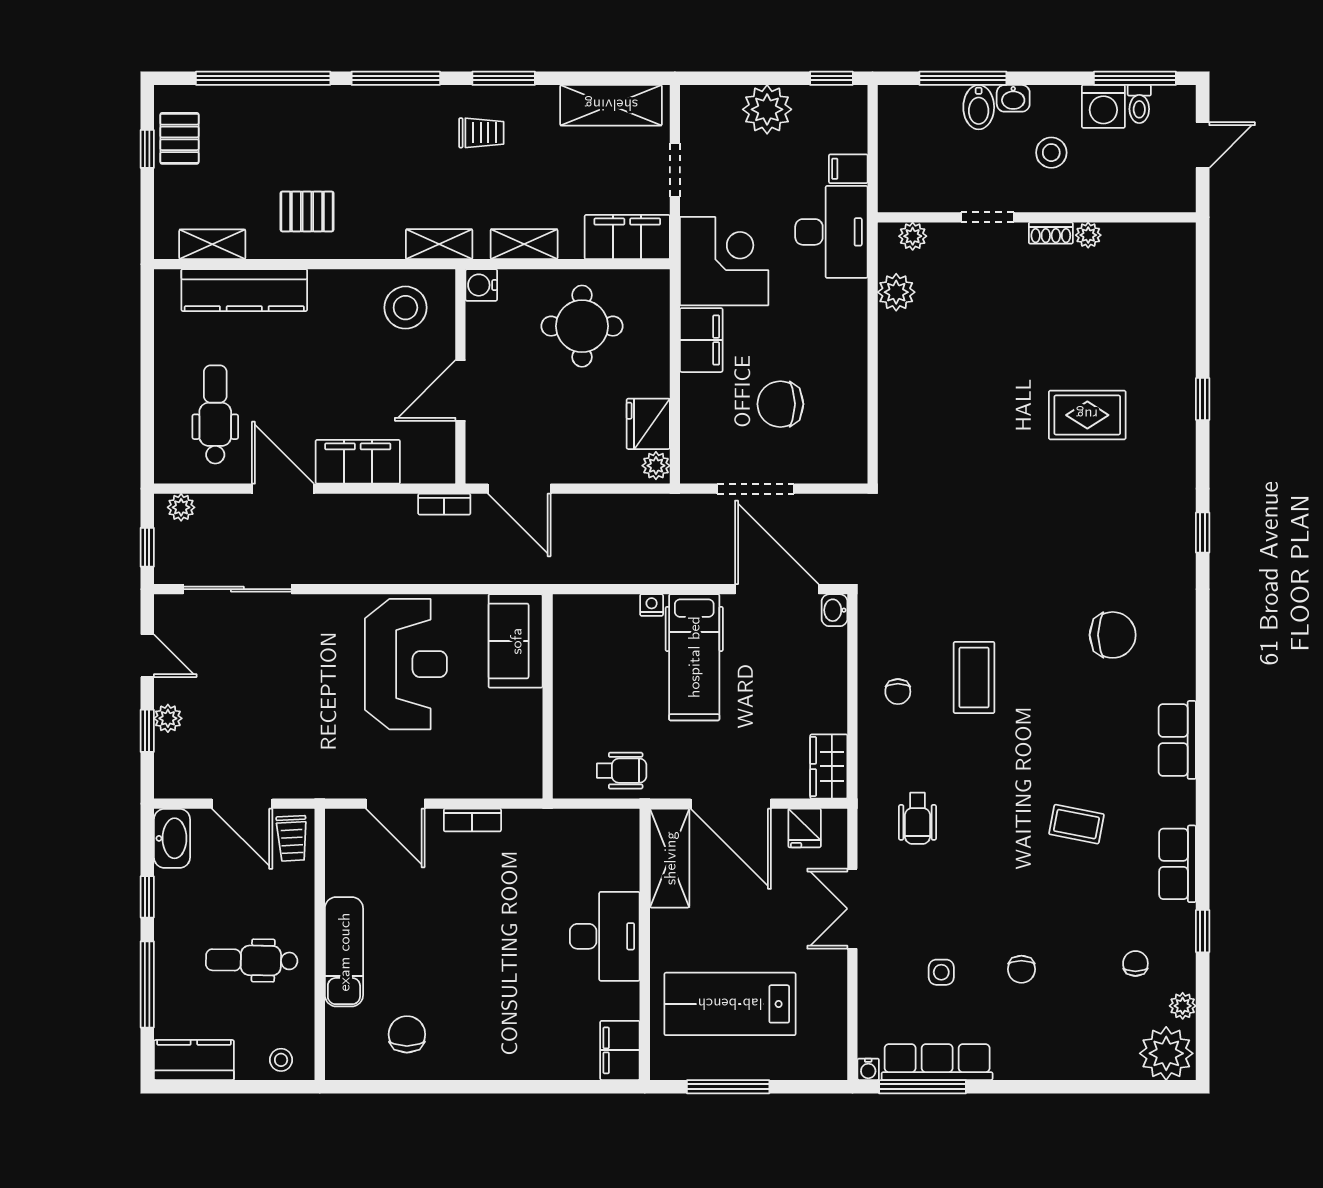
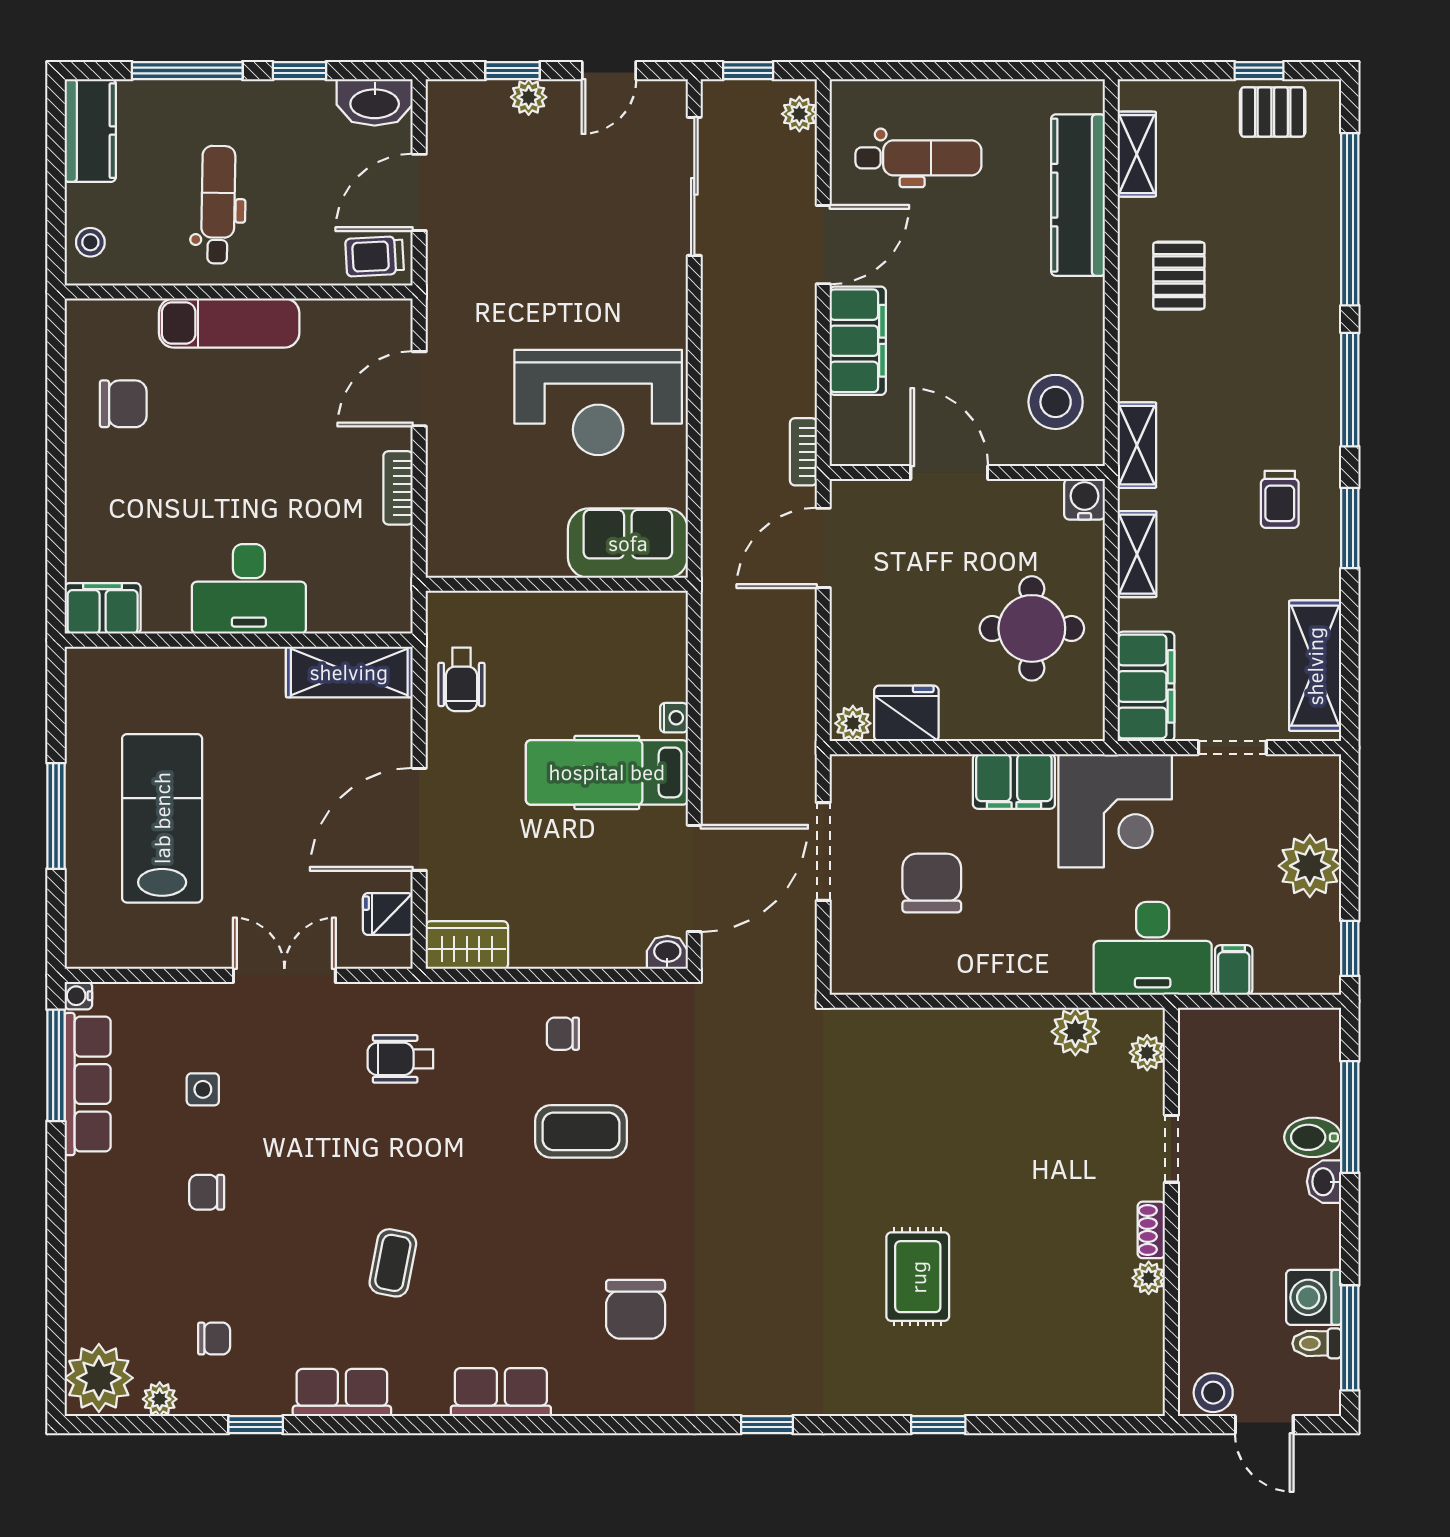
stool: (1051, 153) -> (1213, 1393), moved
shelving: (670, 858) -> (349, 672), moved
desk: (605, 936) -> (249, 589), moved
wall: (645, 944) -> (239, 640), moved
filing cabinet: (620, 1050) -> (103, 608), moved

